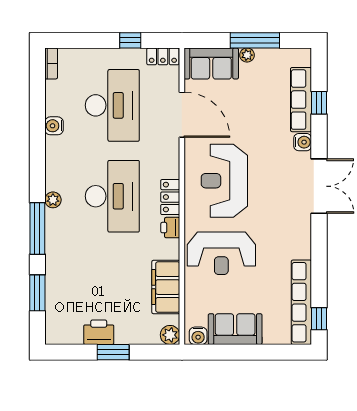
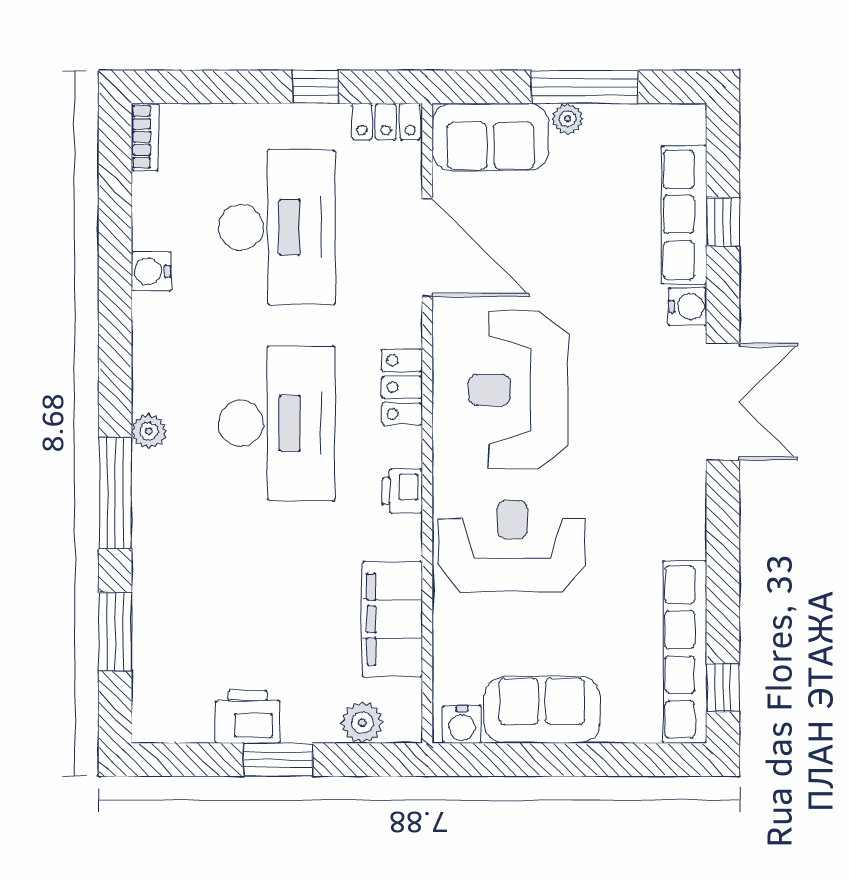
locker: (170, 197) -> (402, 387), moved
reception desk: (221, 253) -> (512, 546), turned 180
plant: (170, 335) -> (362, 723), moved

